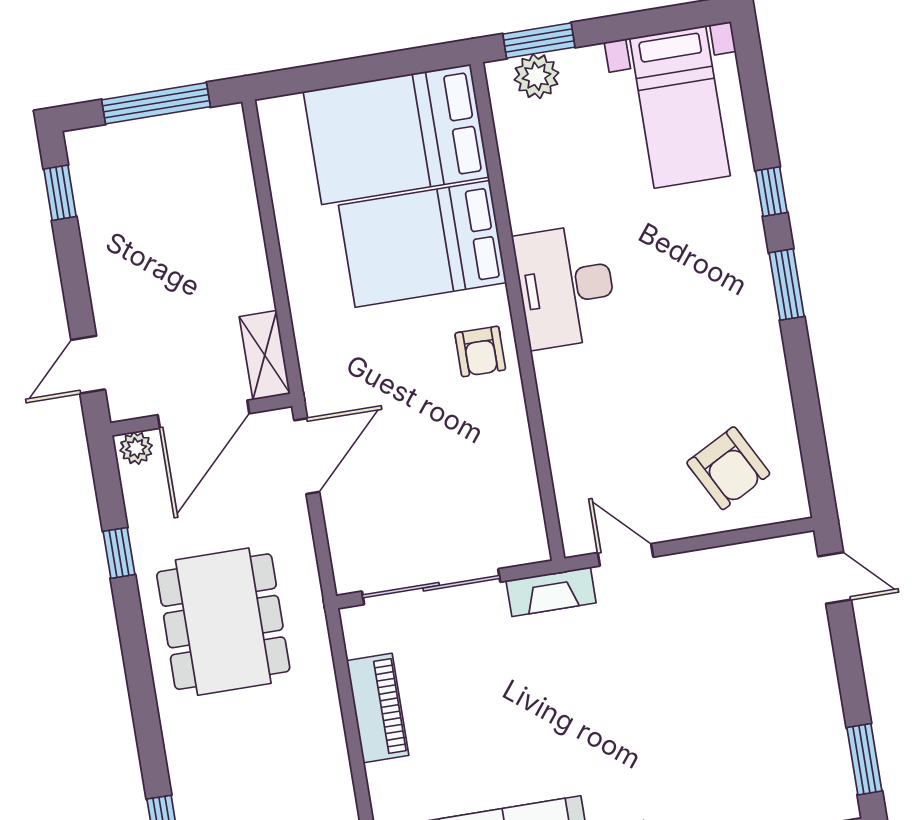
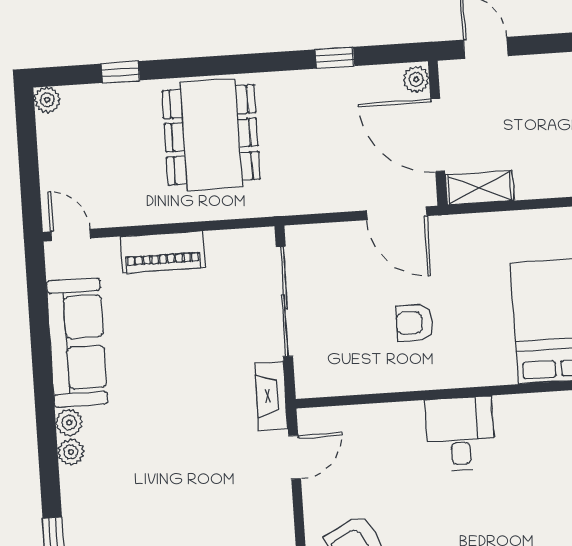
desk: (566, 286) -> (460, 434), moved, width x0.73
armchair: (480, 351) -> (414, 323), moved
dining table: (223, 622) -> (211, 135), moved, turned 90
piano: (378, 708) -> (163, 252), moved

